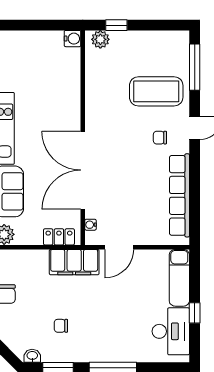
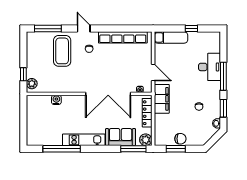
water cooler: (73, 39) -> (56, 100), moved
locker: (59, 237) -> (147, 113), width x1.53
desk: (171, 331) -> (210, 67), moved, turned 90

